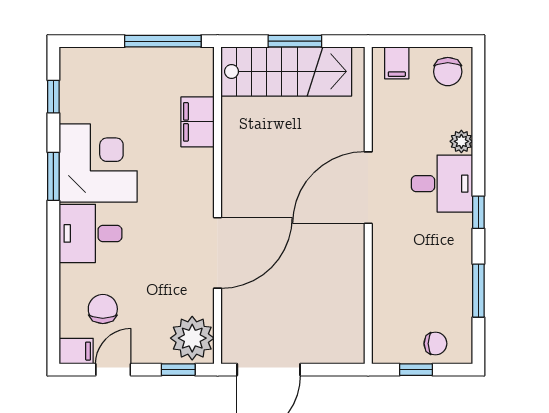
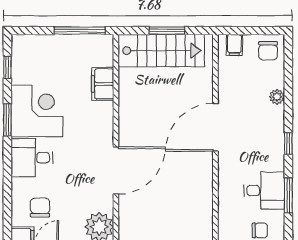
desk: (442, 184) -> (264, 191), moved

